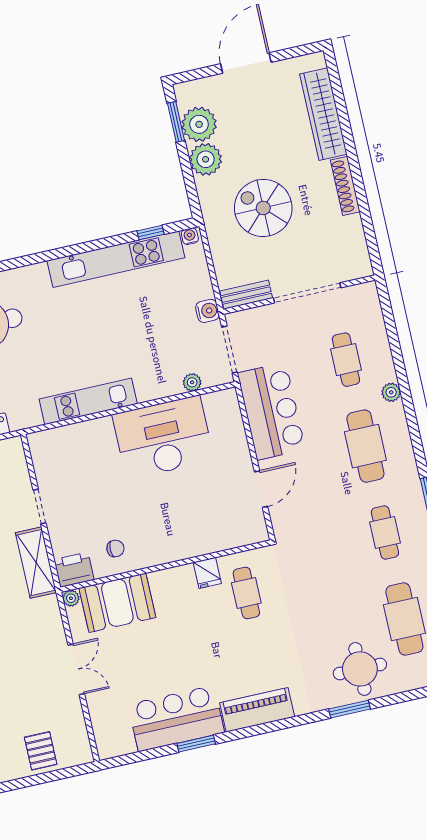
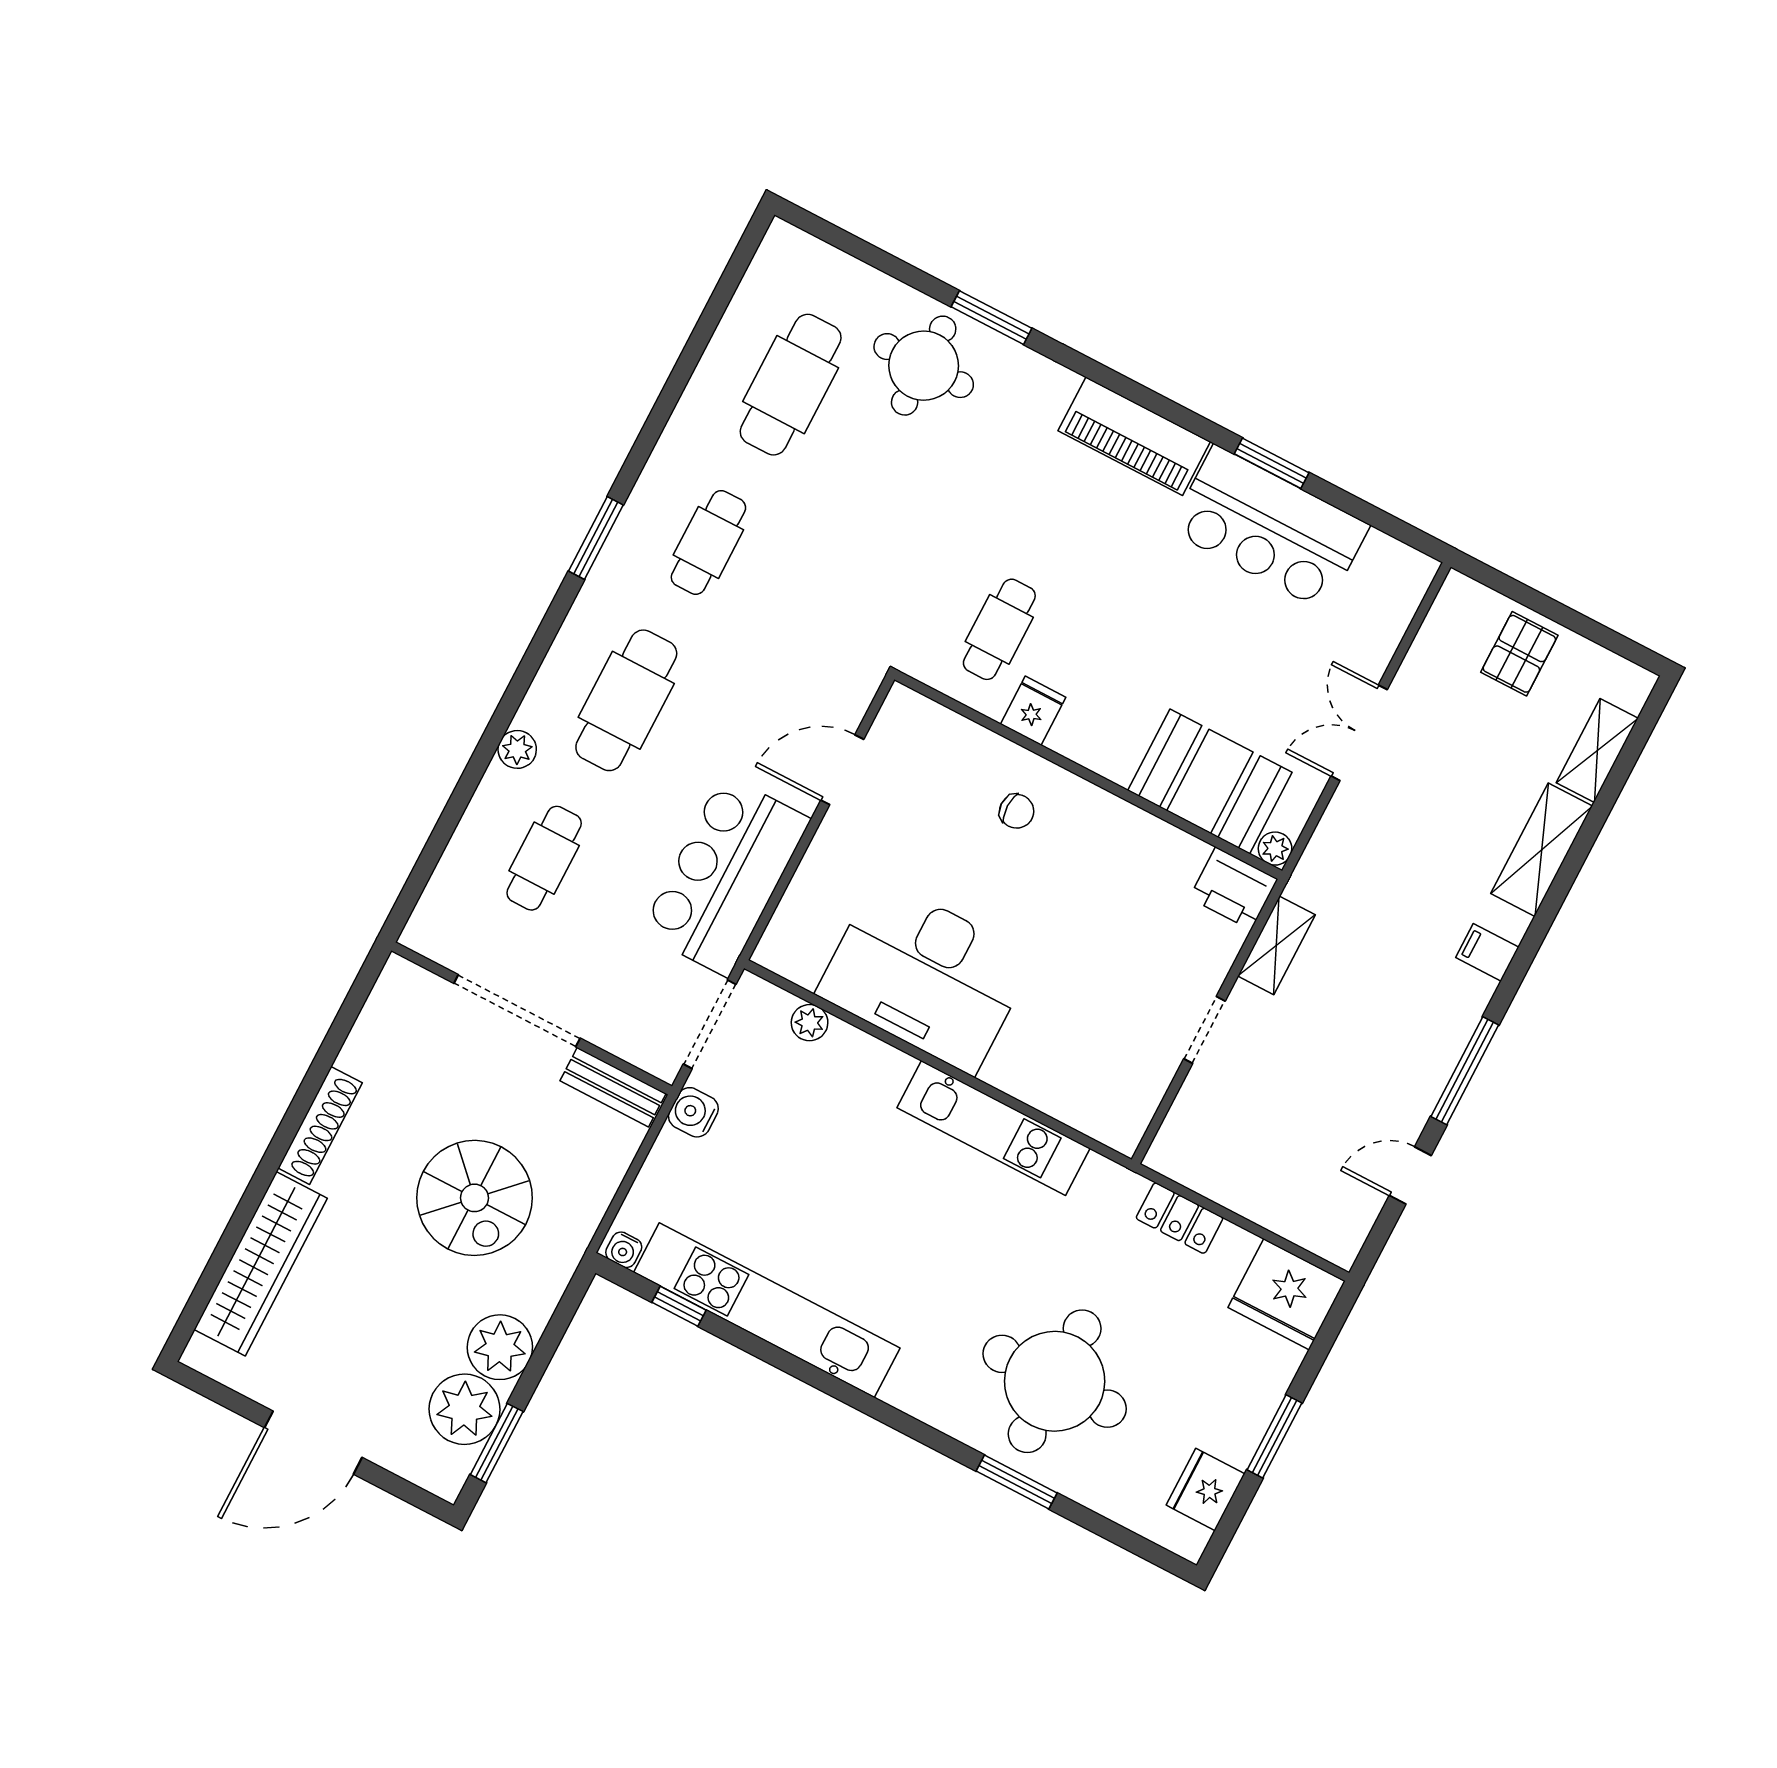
chair: (115, 548) -> (1017, 811), moved, turned 180
shelving: (36, 563) -> (1276, 945), width x0.67, depth x0.75

